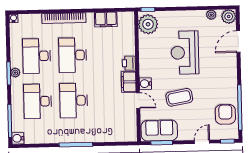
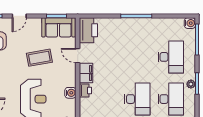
water cooler: (145, 84) -> (70, 93), moved
desk: (74, 101) -> (137, 57), removed
printer: (127, 128) -> (88, 30), added

